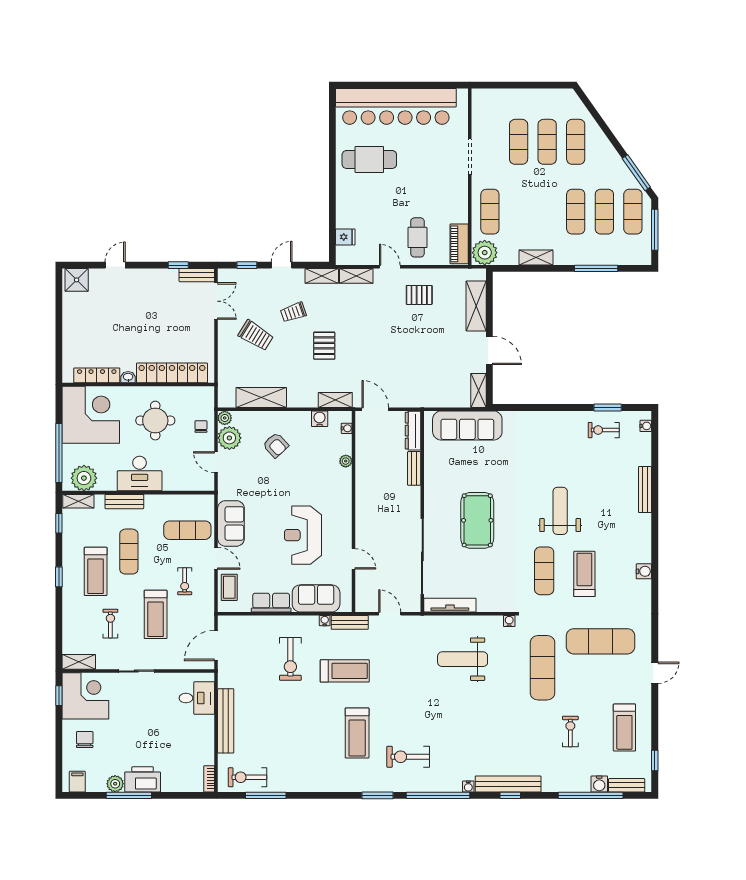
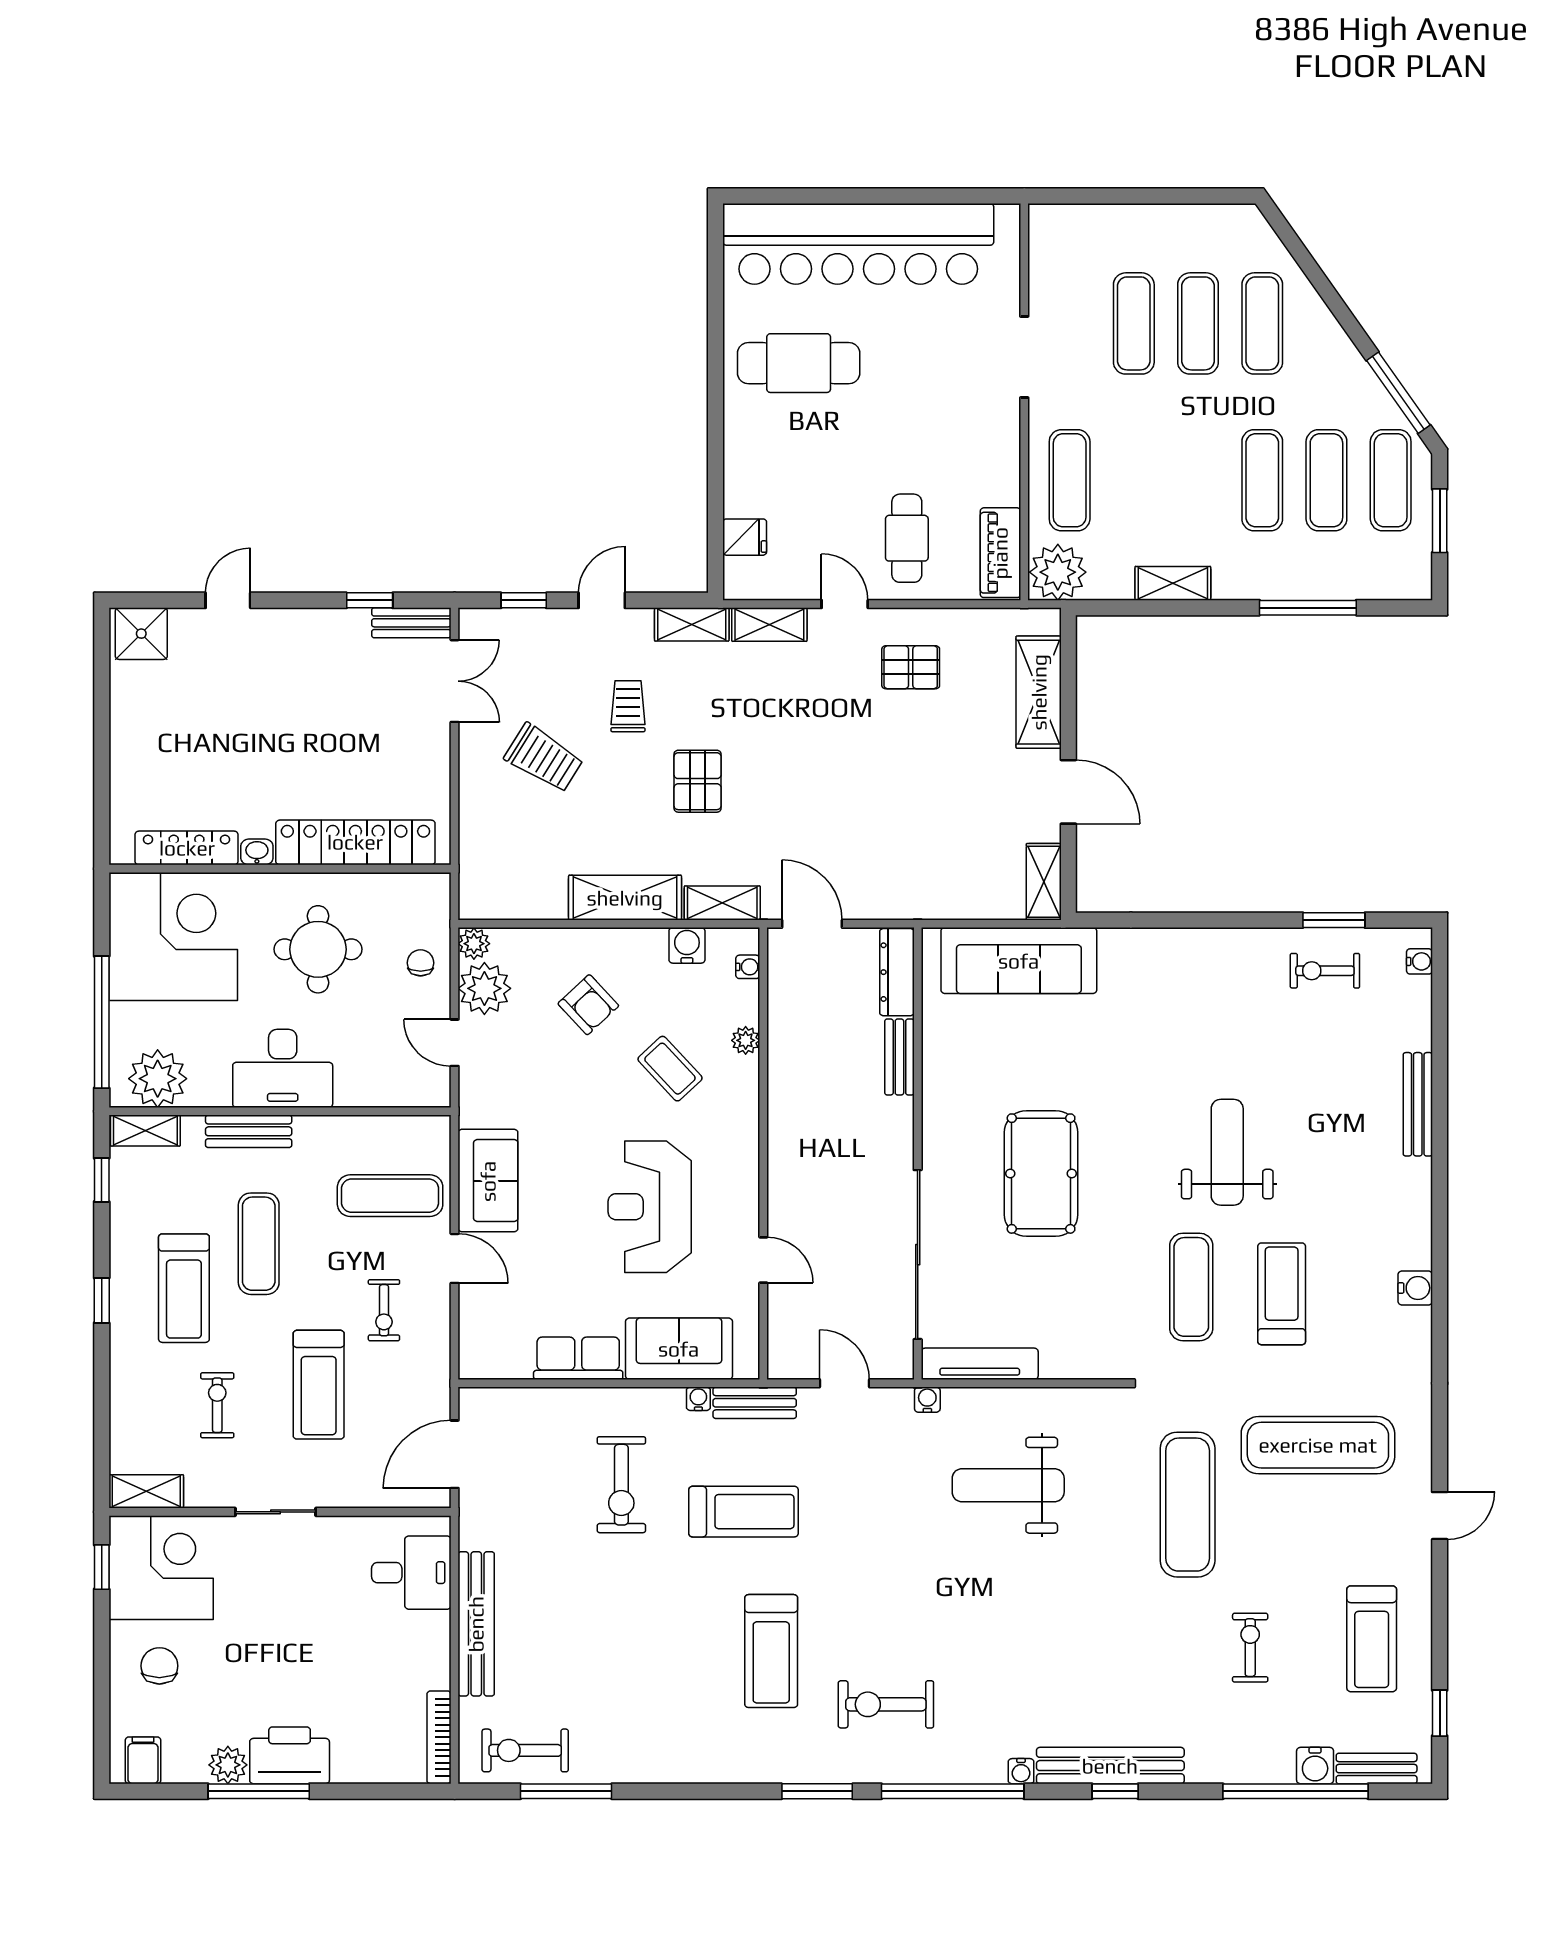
window: (655, 230) -> (1440, 521), width x0.69
trolley: (293, 312) -> (628, 706), turned 109
shelving: (261, 397) -> (625, 898), moved
coffee table: (229, 587) -> (670, 1069), moved, turned -43
water cooler: (509, 621) -> (927, 1400), moved
bookcase: (209, 779) -> (439, 1737), width x1.56

